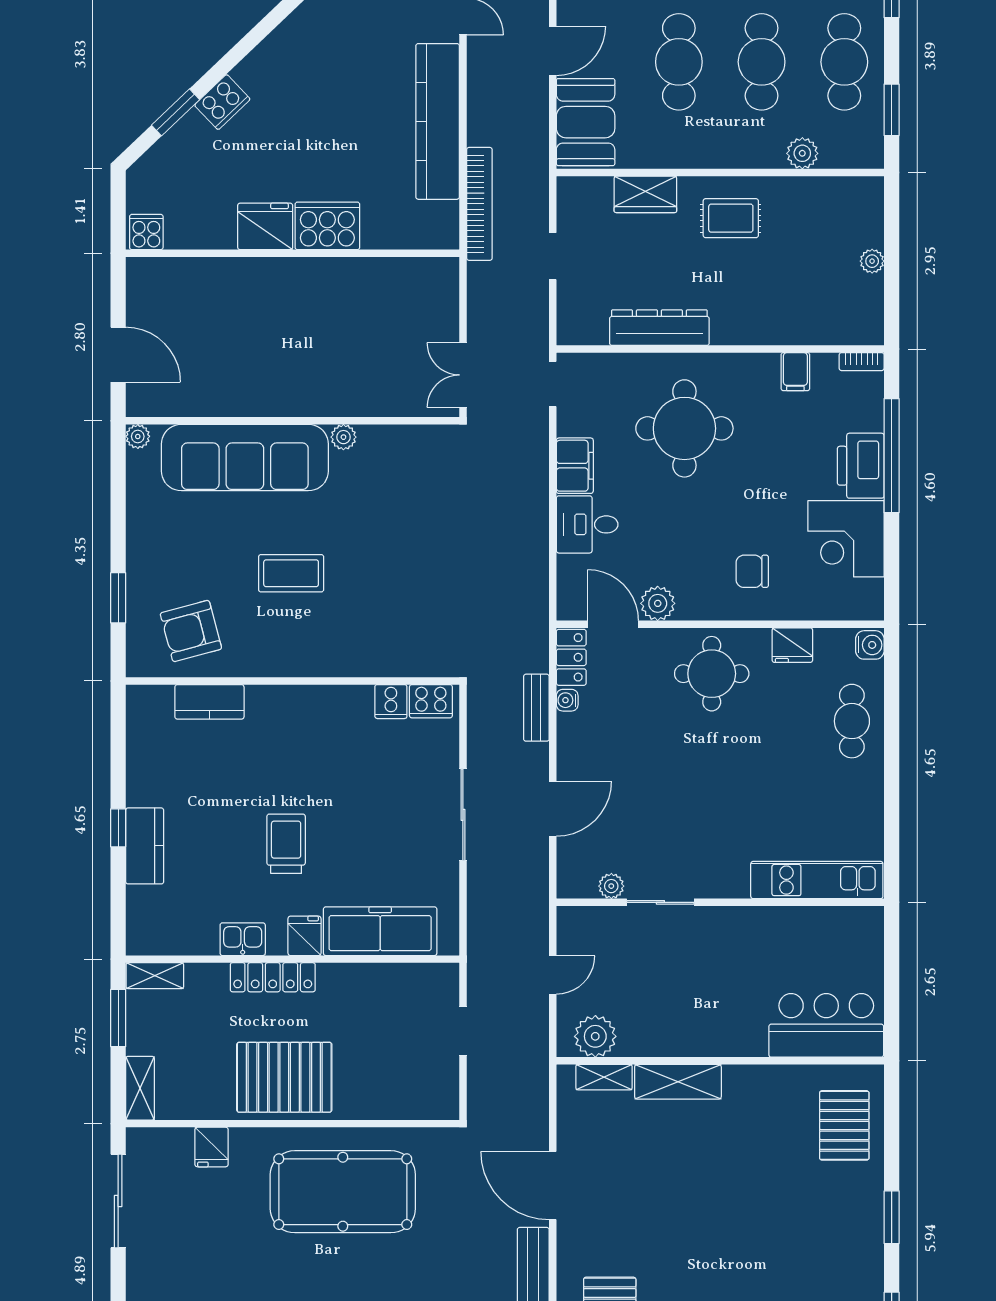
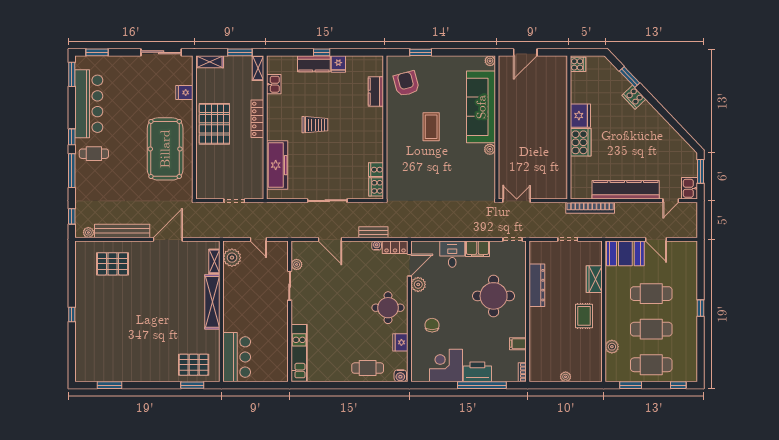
fridge: (305, 936) -> (338, 64), moved, turned 90
kitchen sink: (243, 939) -> (274, 84), moved
shelving: (678, 1082) -> (212, 302), width x1.47
window: (892, 1217) -> (192, 385), moved

